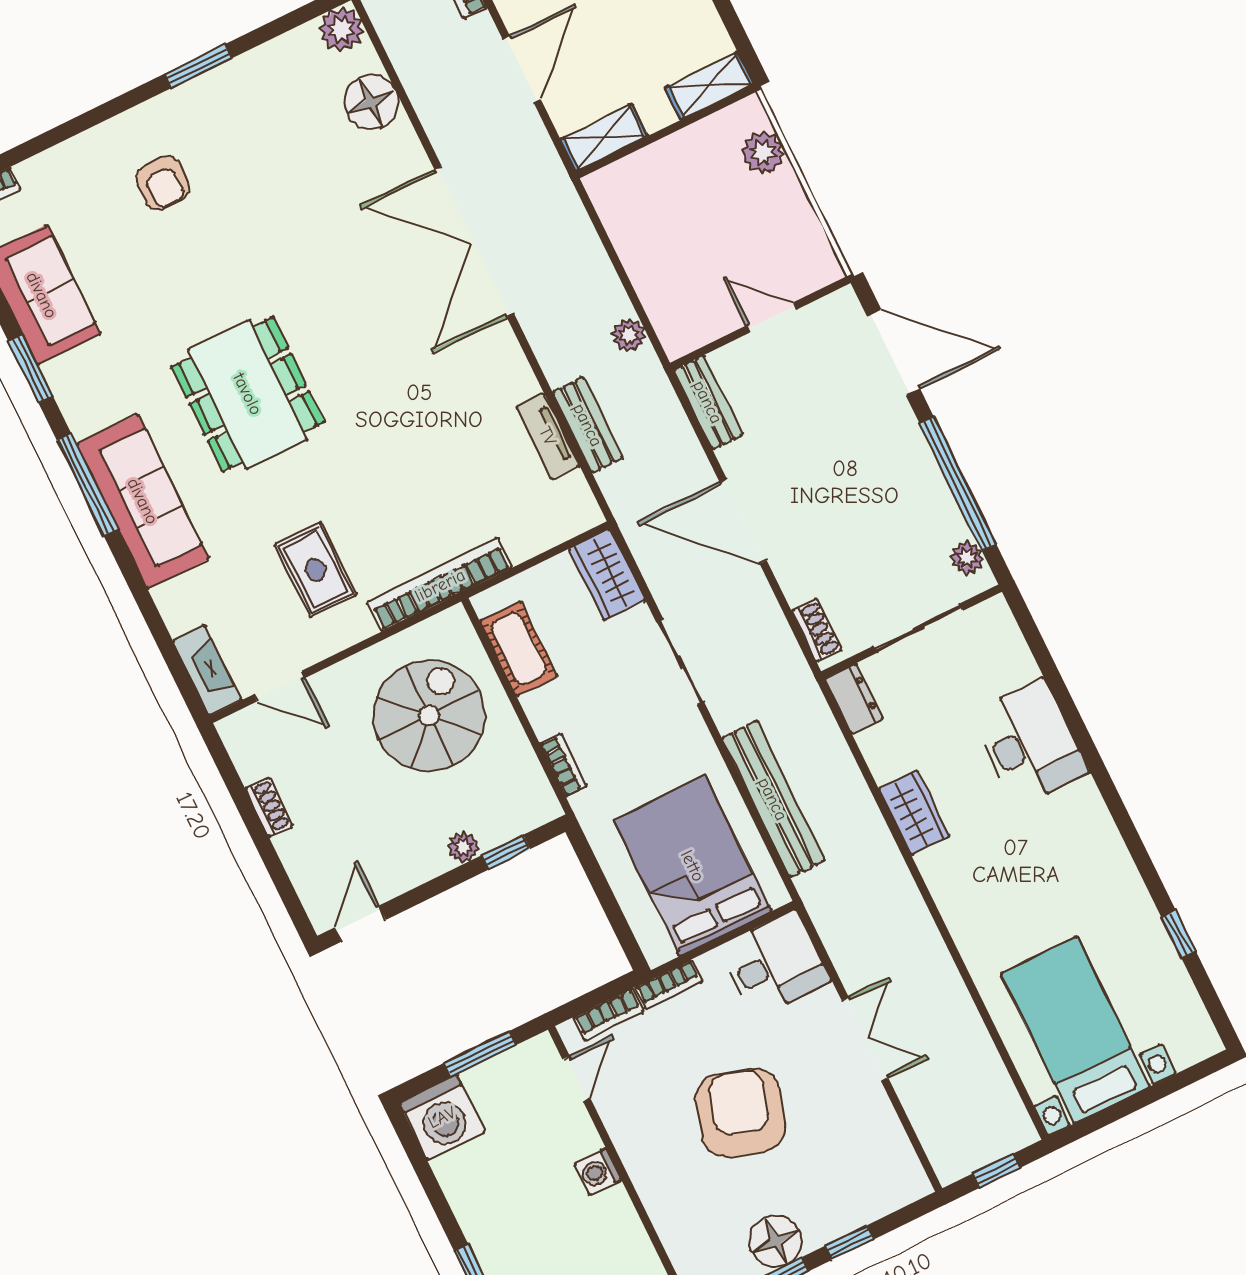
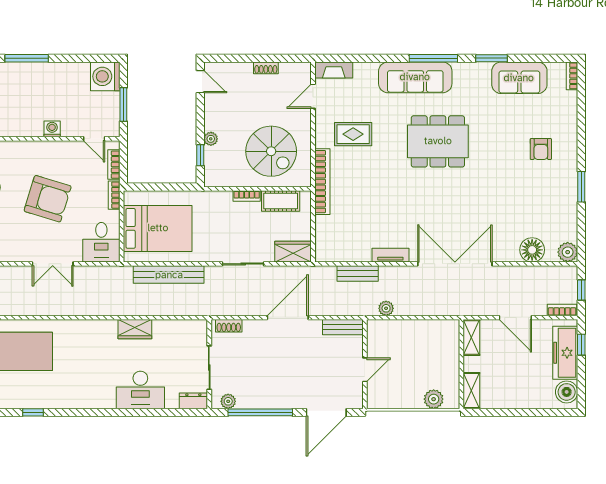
armchair: (163, 183) -> (541, 149), turned -90
tv unit: (548, 436) -> (390, 255), moved
dresser: (854, 699) -> (193, 401), moved, turned 180
bookcase: (563, 765) -> (247, 196), moved

